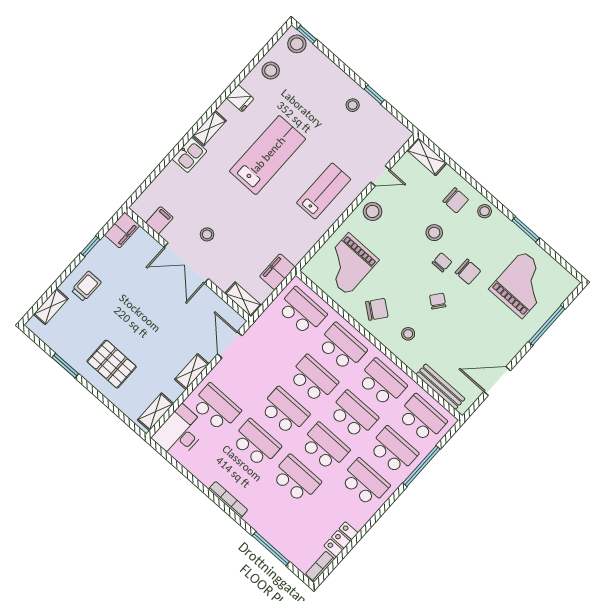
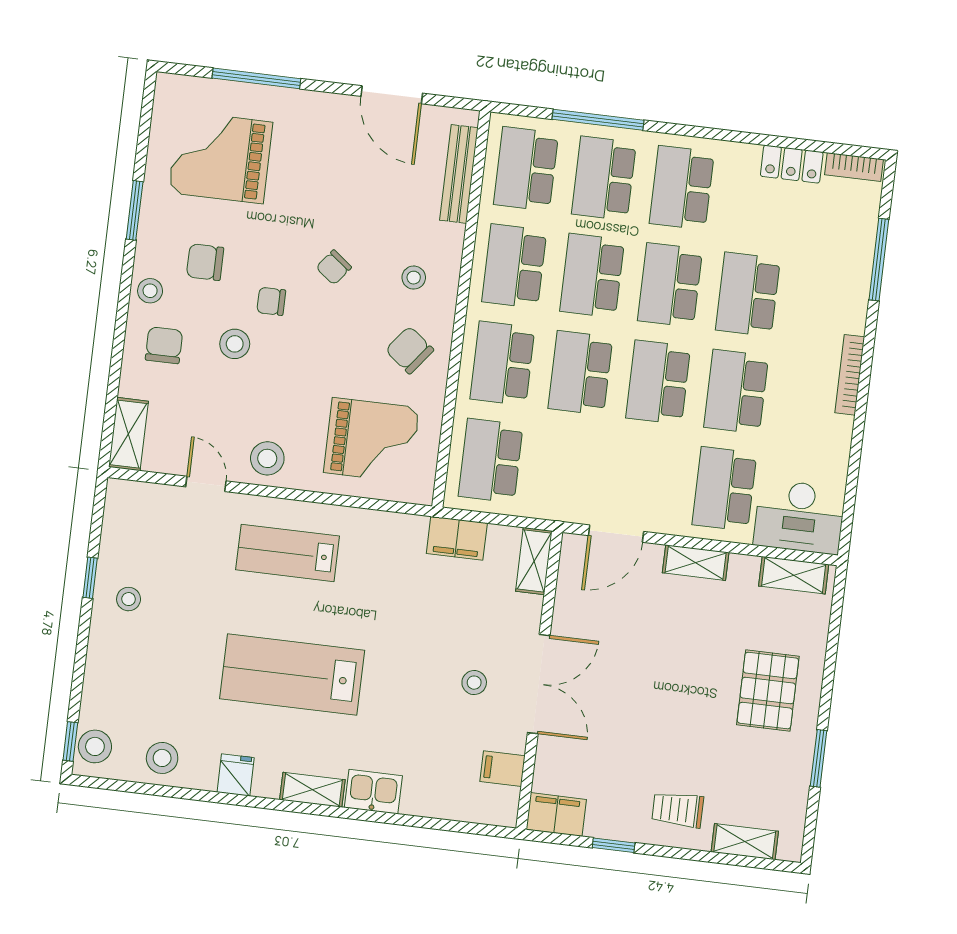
chair: (468, 272) -> (205, 262), moved, turned -90

